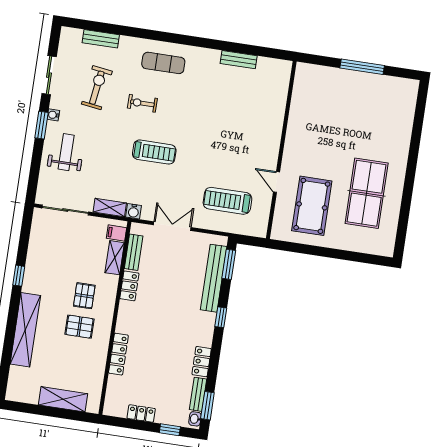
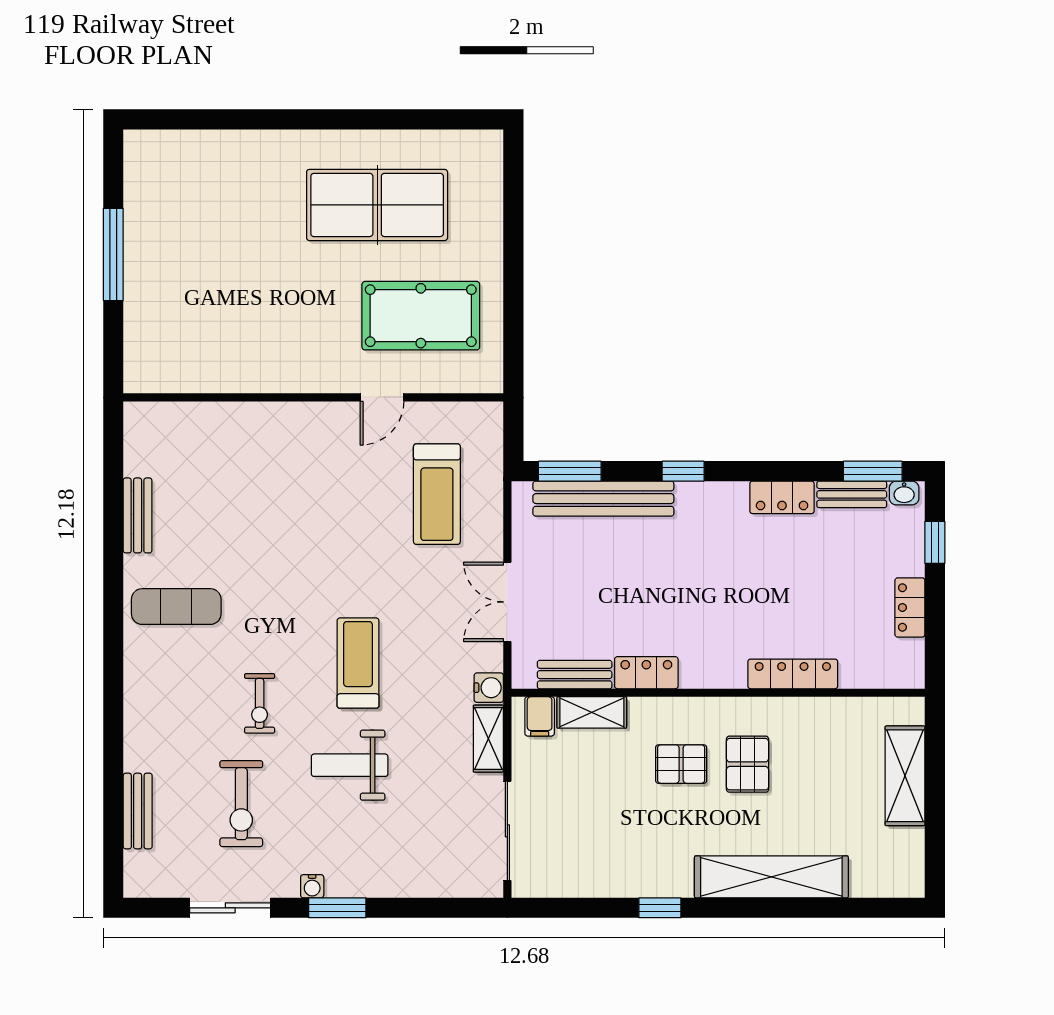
exercise mat: (163, 63) -> (176, 607), moved, turned 90
exercise bike: (97, 88) -> (241, 804), turned -98
weight bench: (66, 152) -> (350, 765), moved

